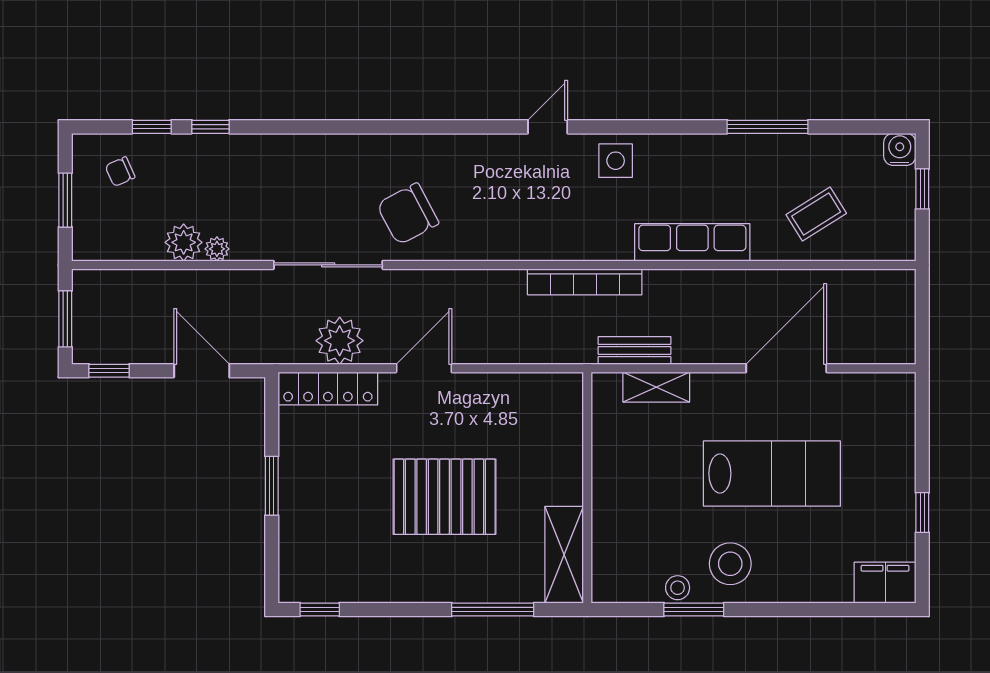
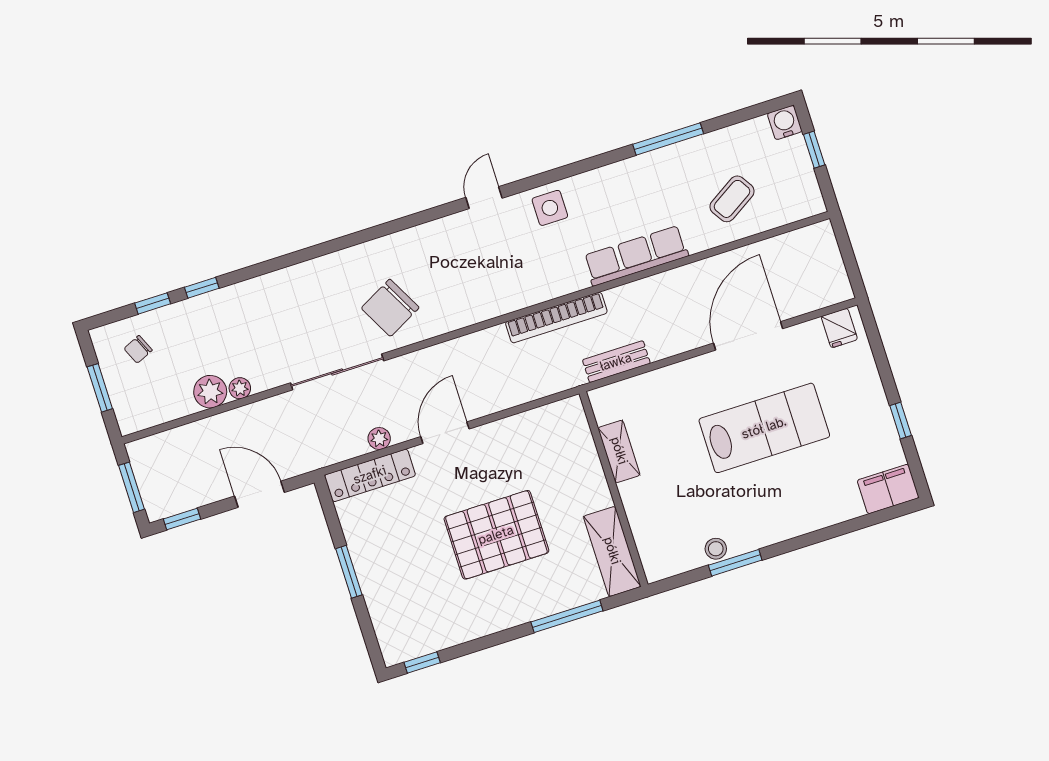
plant: (340, 341) -> (379, 439), width x0.53, depth x0.53
shelving: (656, 387) -> (619, 451), moved, turned 90
fridge: (888, 391) -> (839, 328), added
stool: (730, 564) -> (753, 515), removed

